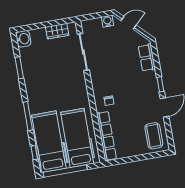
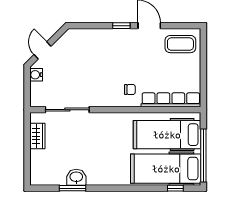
washbasin: (23, 39) -> (76, 177), moved
row of seats: (147, 58) -> (87, 36), removed
window: (28, 116) -> (131, 188), removed

